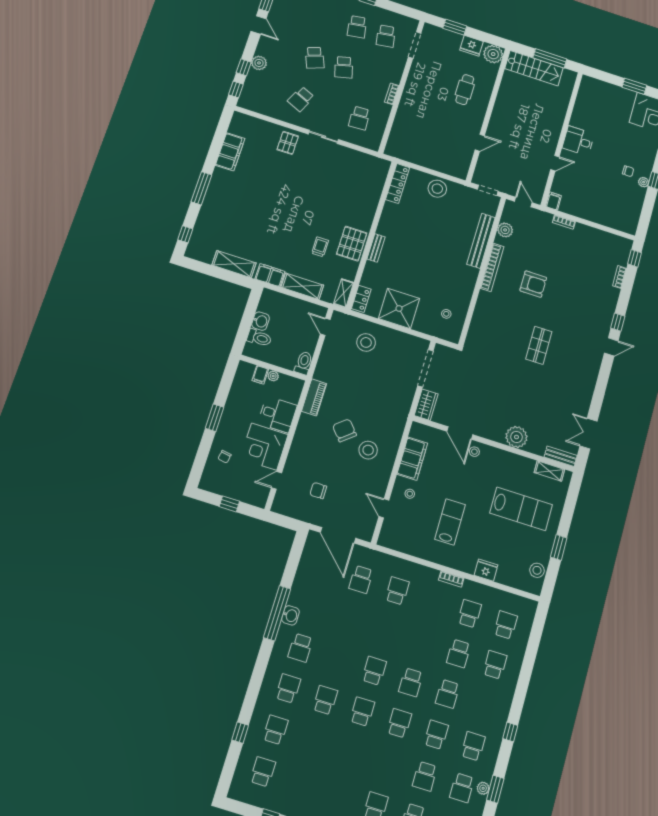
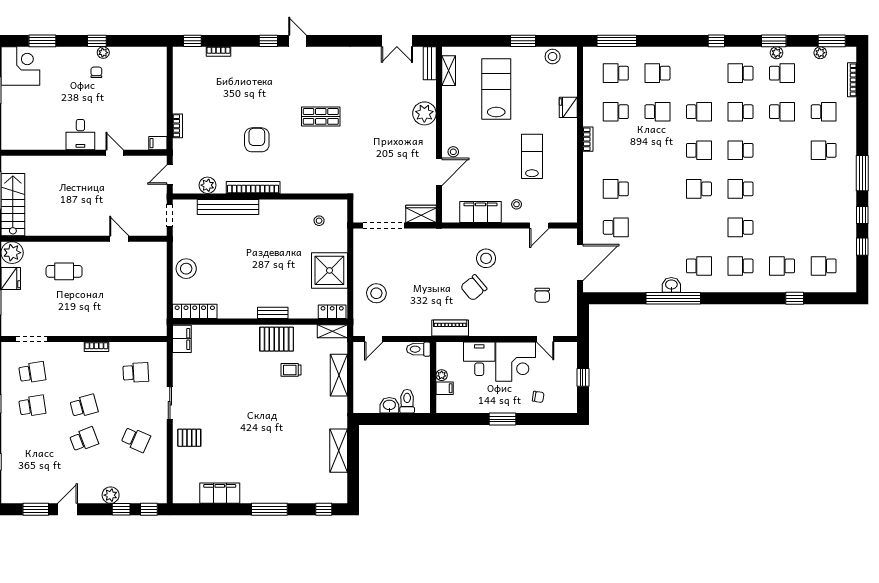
filing cabinet: (270, 275) -> (182, 339), moved, turned 180
lab bench: (450, 522) -> (532, 156), turned 90
window: (536, 635) -> (617, 41), added

